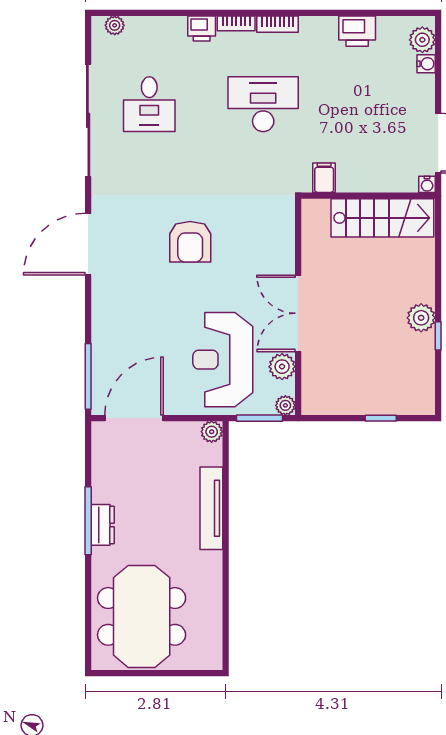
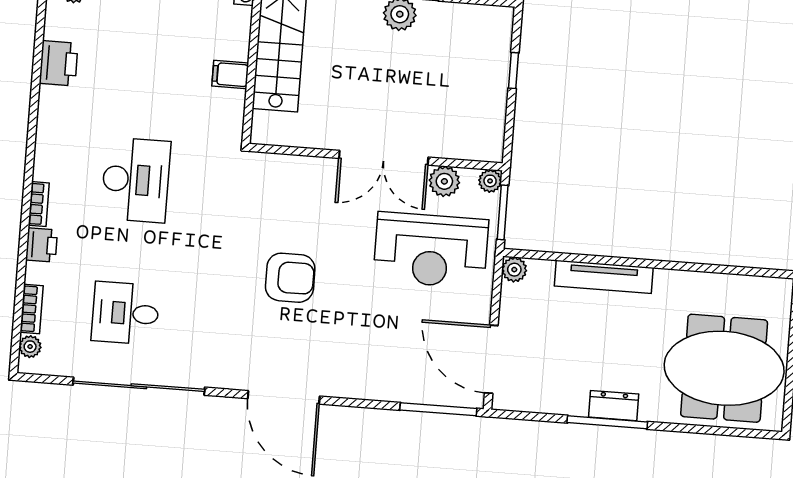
bookcase: (278, 24) -> (32, 309), moved
desk: (149, 104) -> (125, 313), turned 180
desk: (263, 104) -> (136, 180), turned 180
filing cabinet: (324, 178) -> (230, 75), moved

